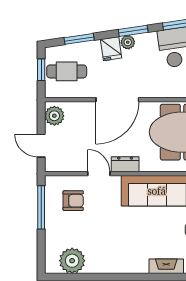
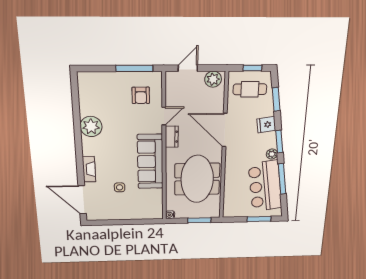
plant: (128, 42) -> (272, 154), moved
cafe table: (67, 71) -> (250, 89), turned 90
plant: (72, 261) -> (91, 126), moved

